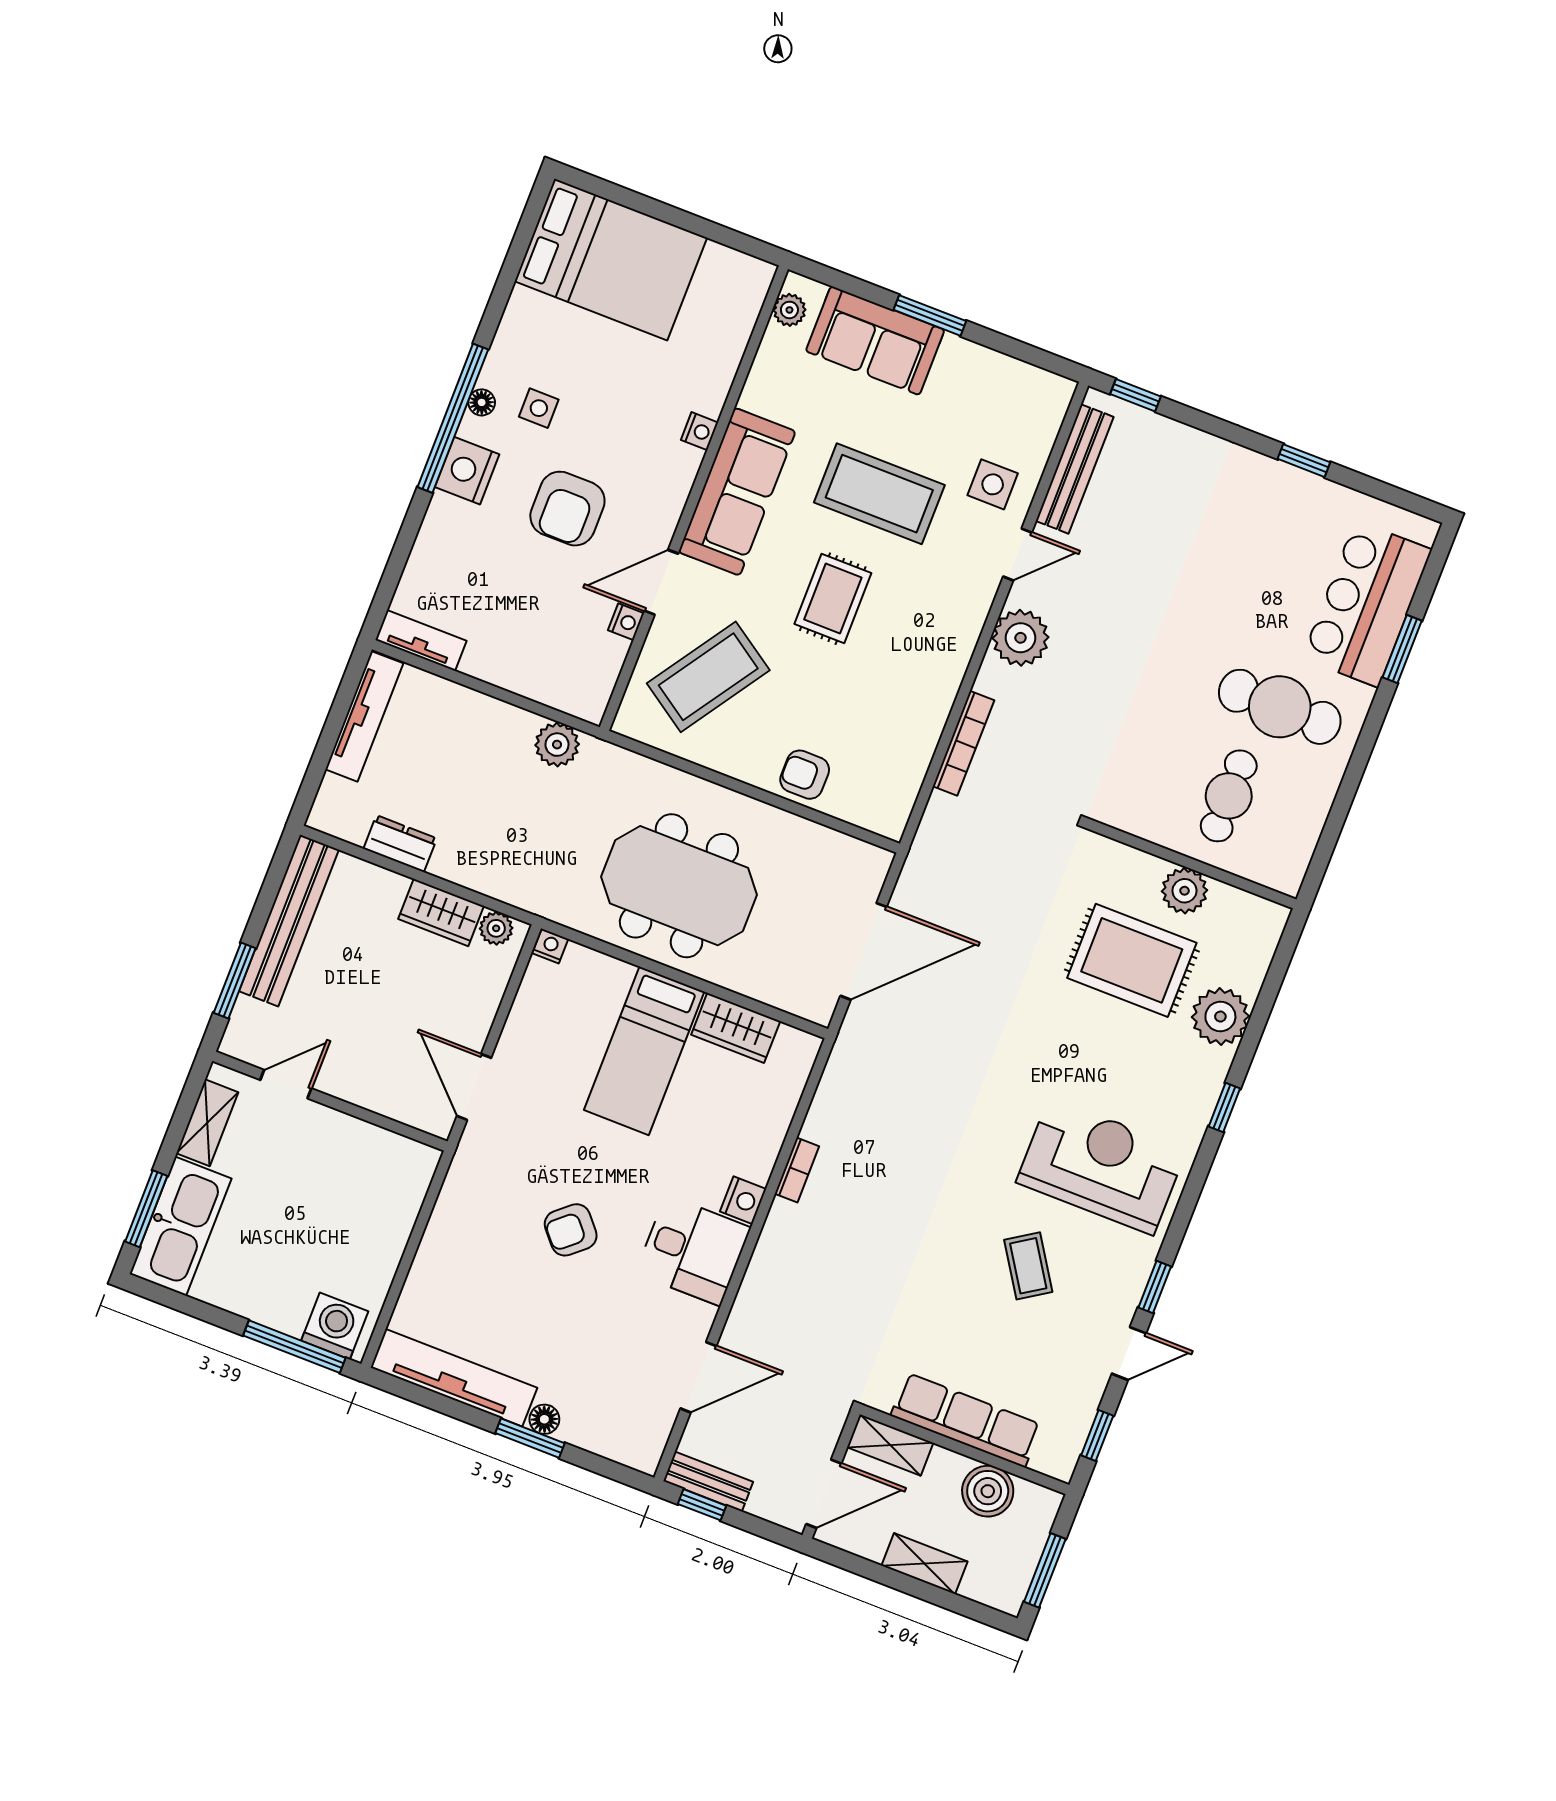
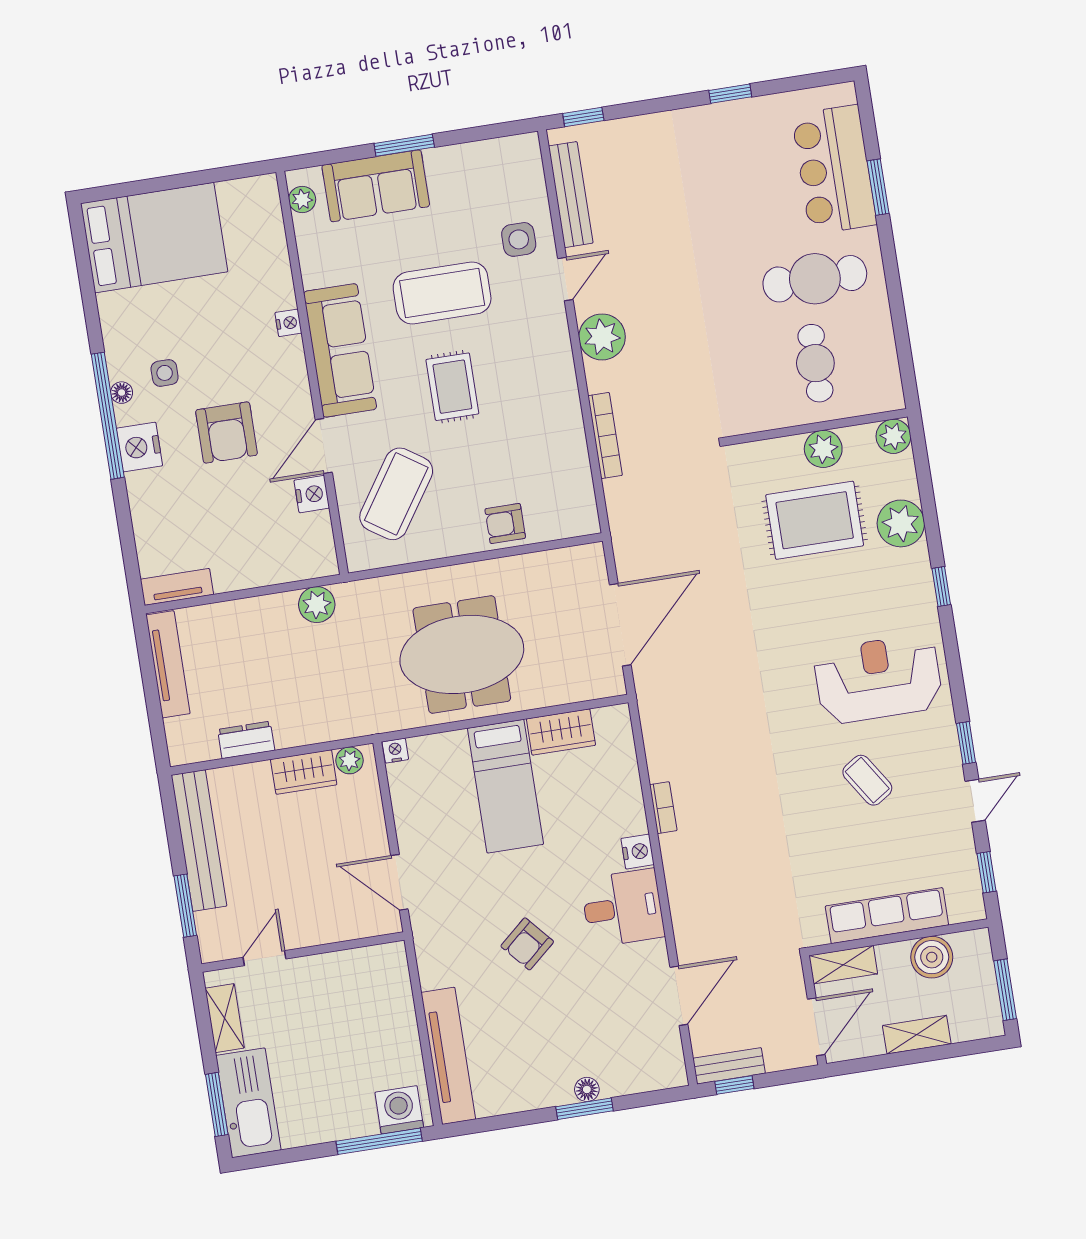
nightstand: (626, 622) -> (312, 494), width x1.39, depth x1.35
plant: (1266, 920) -> (893, 436), added
tv unit: (454, 1378) -> (448, 1056), moved, turned 90

